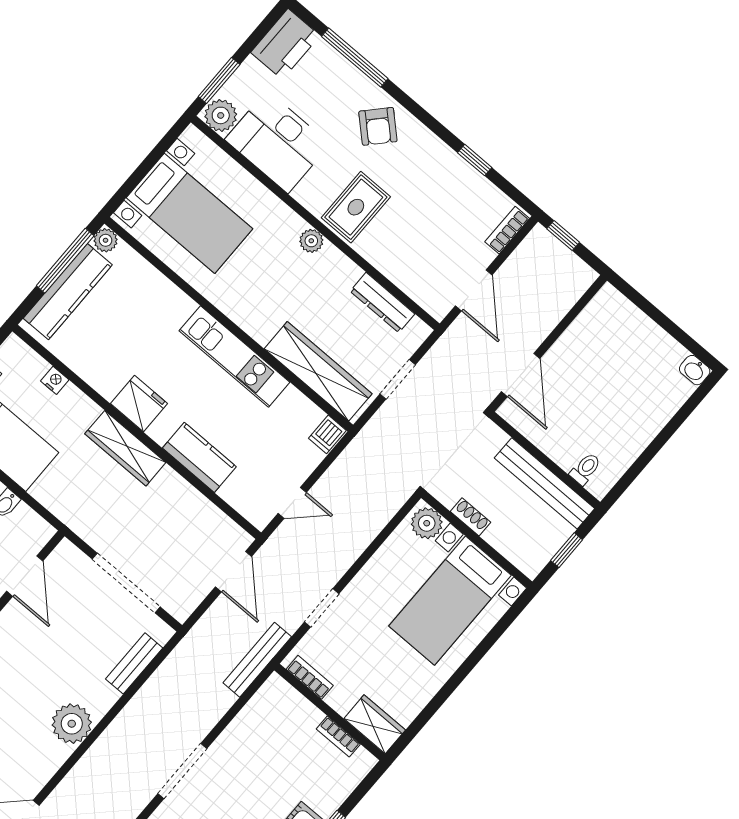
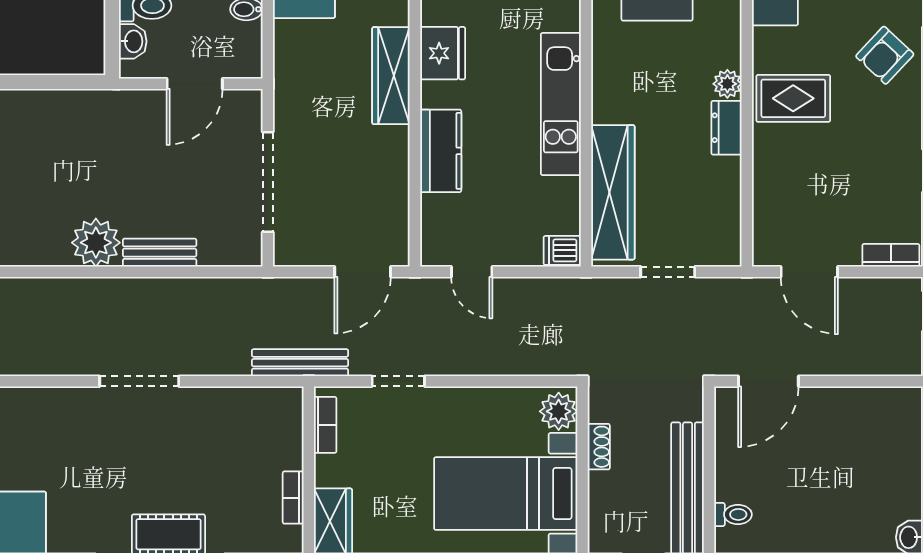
door: (474, 290) -> (809, 272), hinge flipped
dresser: (382, 303) -> (726, 128), moved, width x0.70
bench: (134, 663) -> (160, 253), moved

